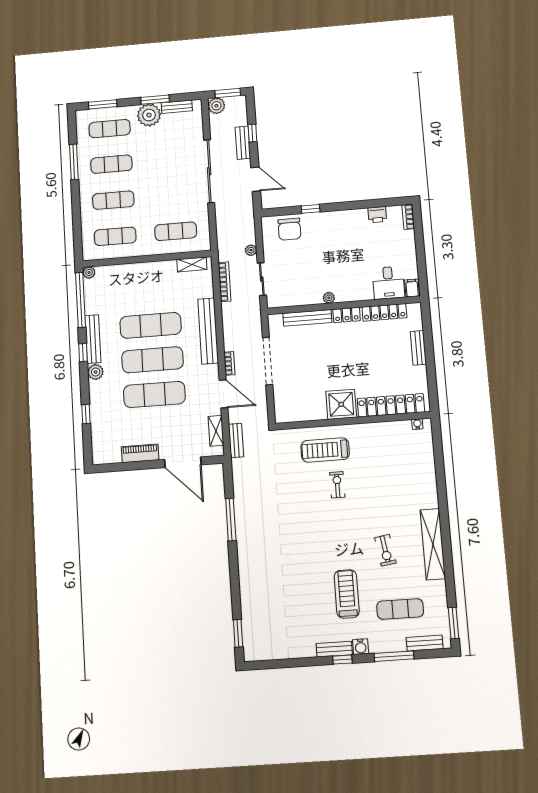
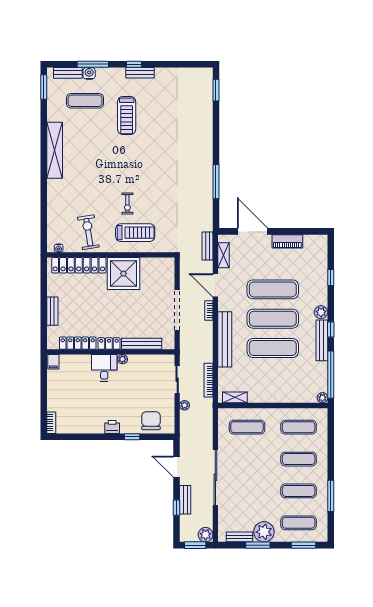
printer: (377, 215) -> (112, 427), moved
desk: (388, 283) -> (104, 368), moved
shower: (341, 404) -> (124, 274), width x1.37, depth x1.37
exercise bike: (385, 550) -> (88, 232), moved, width x1.38, depth x1.39
water cooler: (361, 647) -> (89, 73), moved

